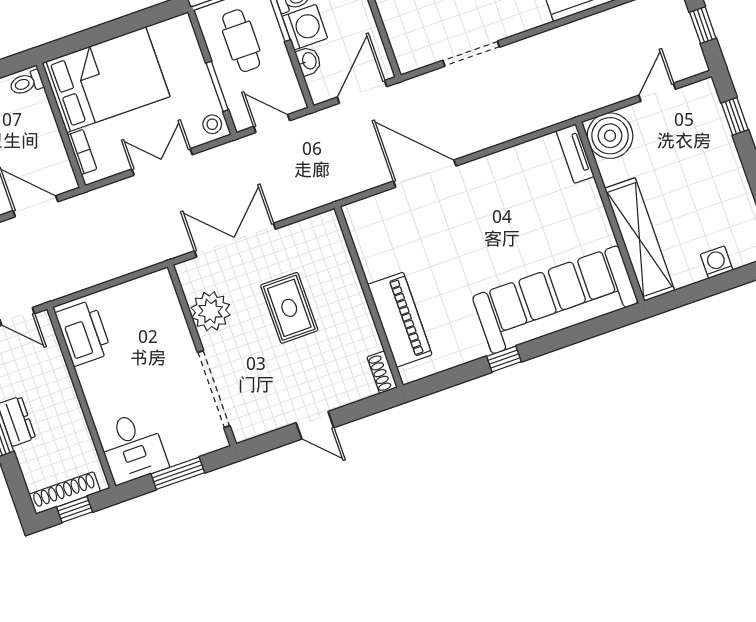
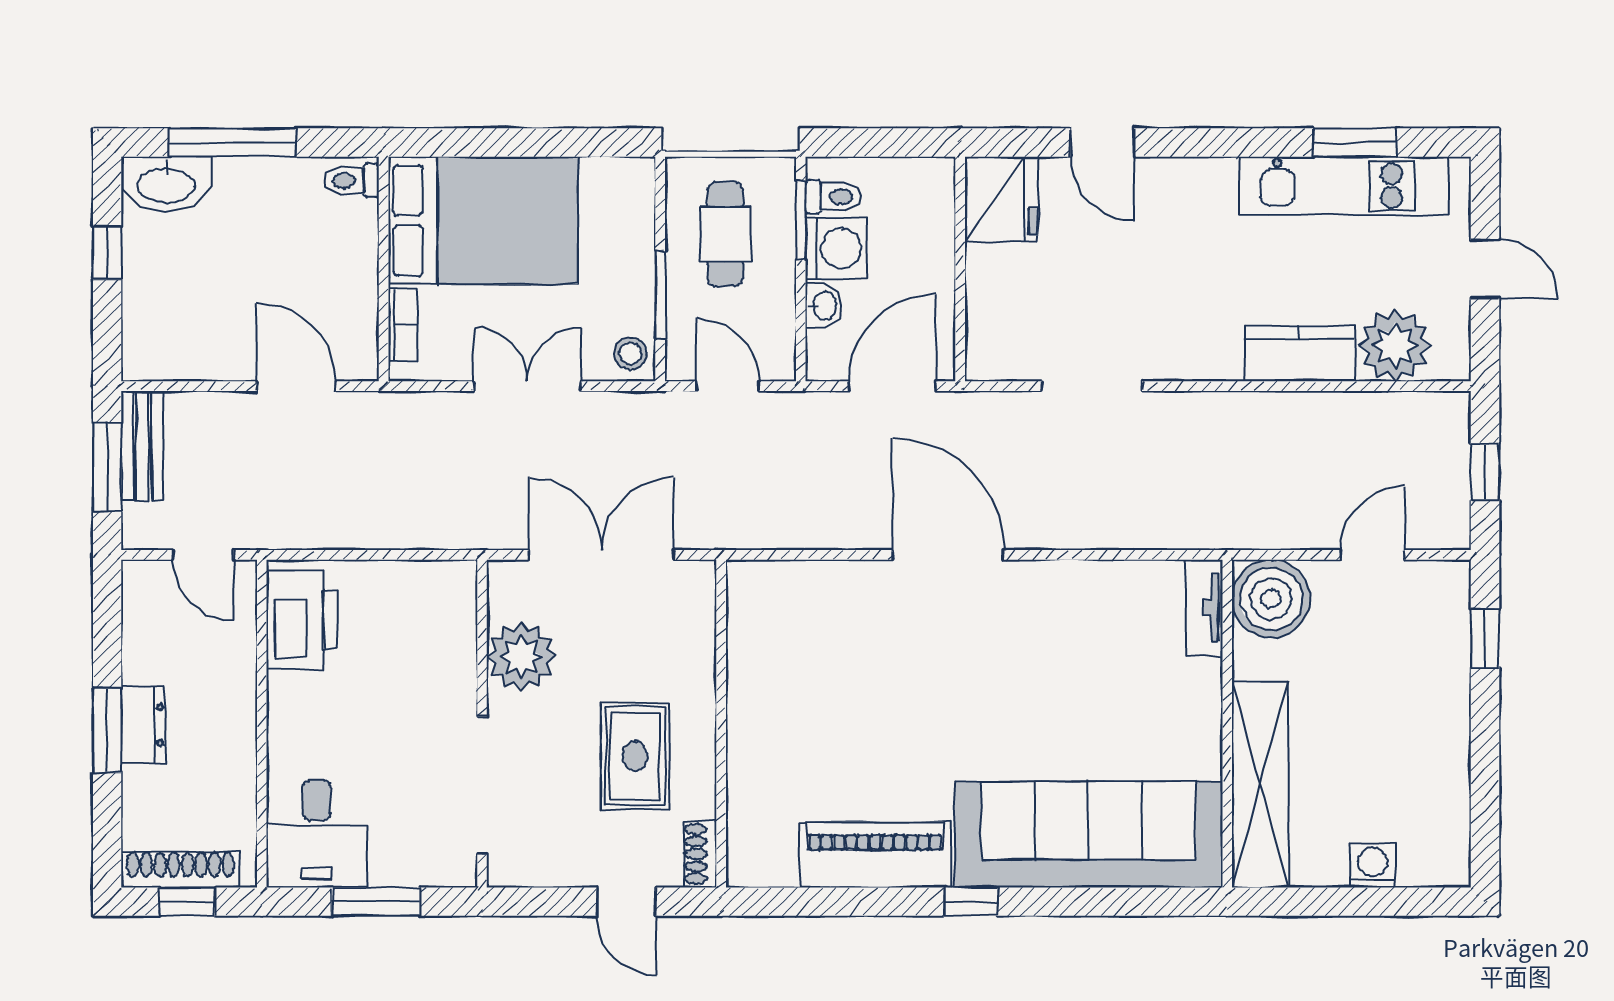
wall: (369, 297) -> (721, 724), moved
rug: (289, 308) -> (635, 756), moved
piano: (400, 320) -> (875, 855), moved, turned -90
shoe rack: (382, 372) -> (700, 854), moved

